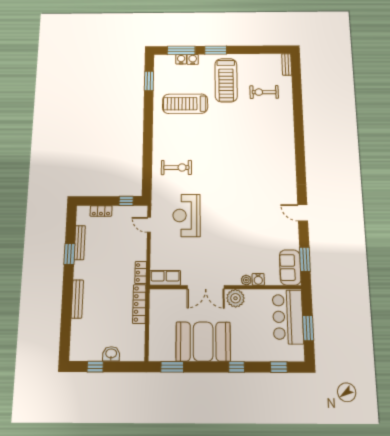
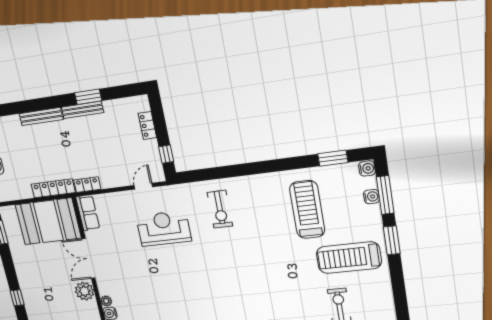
water cooler: (193, 59) -> (367, 168), moved
bench: (80, 243) -> (83, 110), moved
booth: (203, 342) -> (48, 221), moved, turned 90

